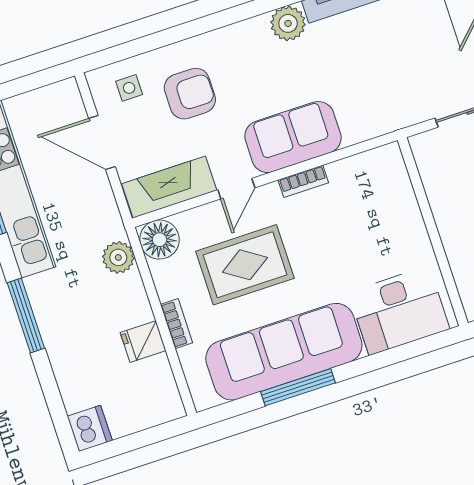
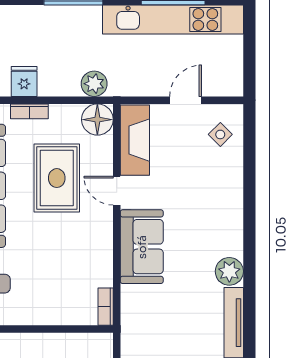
side table: (129, 88) -> (220, 134), turned 45
armchair: (190, 94) -> (201, 179), removed
door: (102, 143) -> (186, 100), width x0.73
bookcase: (303, 181) -> (106, 307), moved

